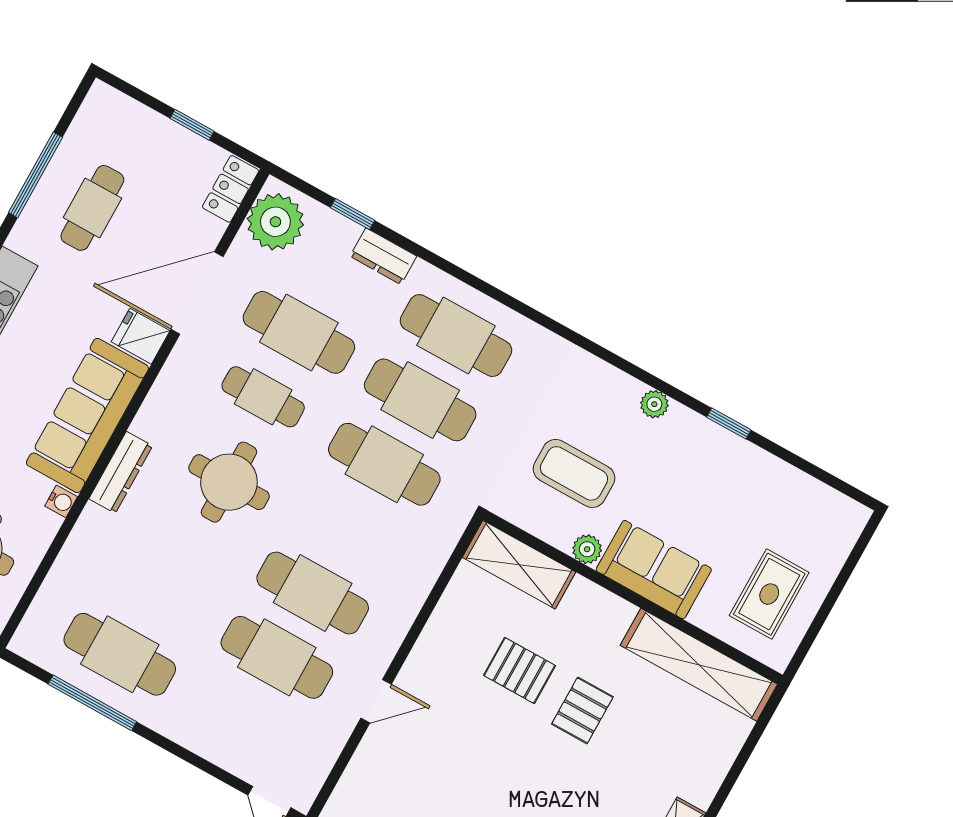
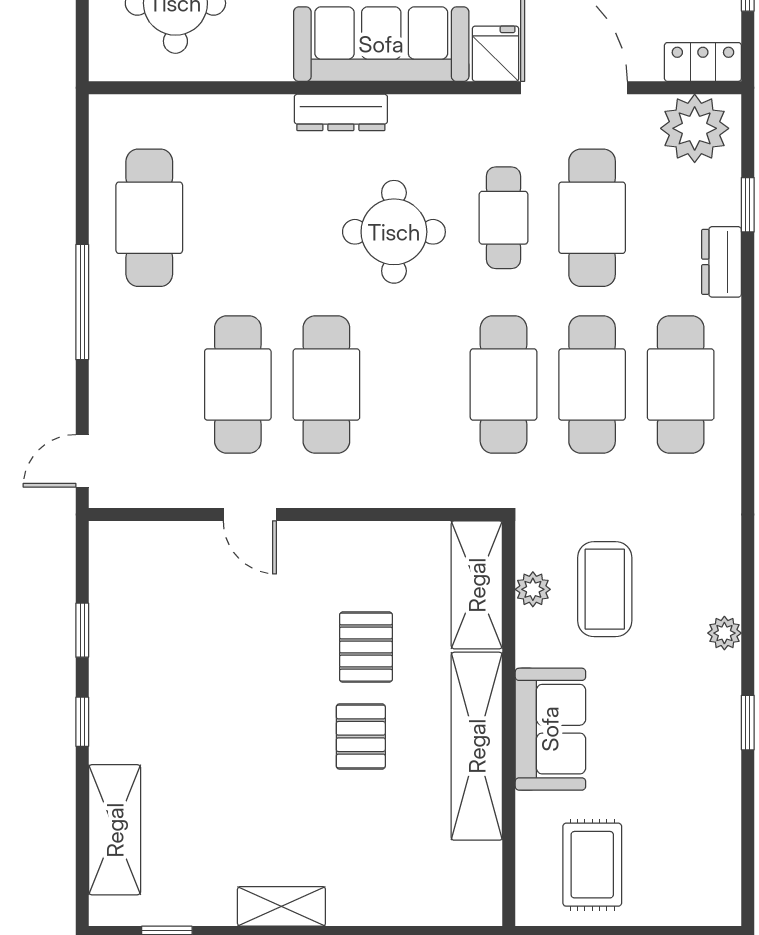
water cooler: (61, 501) -> (276, 67), removed
plant: (587, 549) -> (533, 589), moved
rug: (769, 594) -> (592, 865), turned 90
shelving: (699, 665) -> (477, 746), moved
window: (92, 703) -> (82, 302), moved
pallet: (582, 710) -> (361, 737), turned 90

